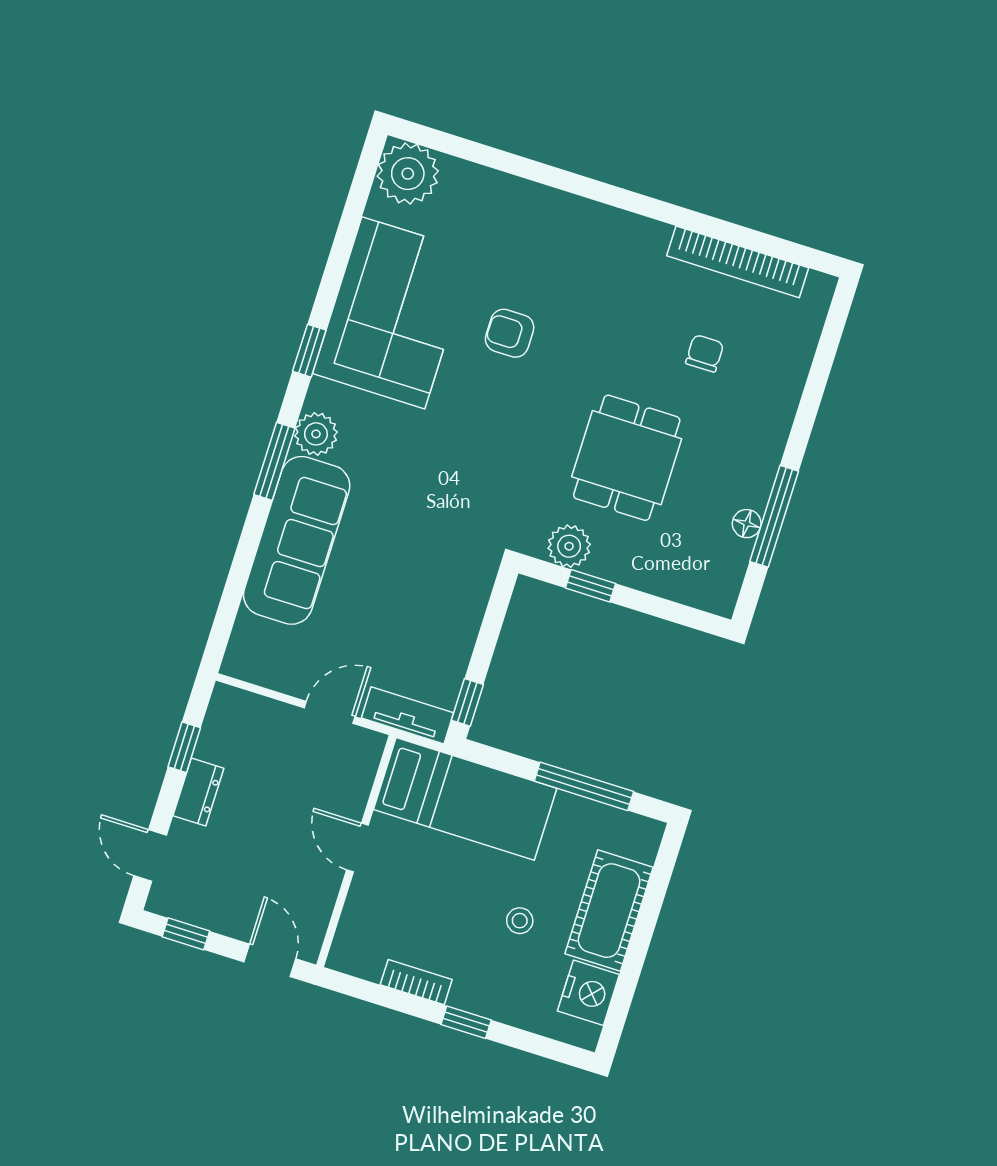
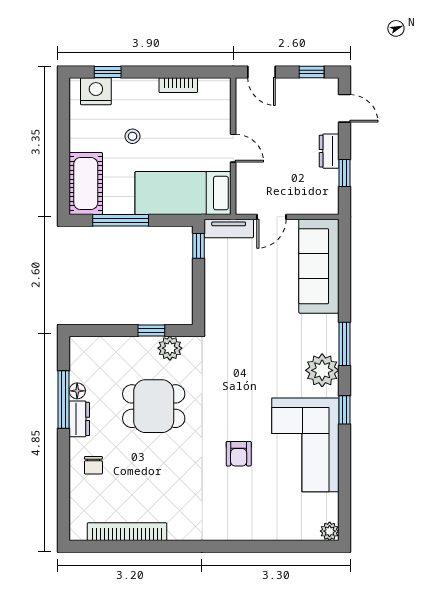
plant: (408, 174) -> (330, 531), width x0.53, depth x0.53
armchair: (510, 333) -> (239, 454), turned 90
chair: (705, 353) -> (93, 465), moved
plant: (316, 434) -> (322, 370), width x1.36, depth x1.36
dining table: (627, 458) -> (154, 406), turned 90
dresser: (758, 476) -> (79, 419), added
sofa: (297, 540) -> (319, 266), moved
cot: (609, 911) -> (86, 183), moved
nightstand: (588, 993) -> (96, 91), moved, turned 90
window: (466, 1022) -> (108, 72), moved

